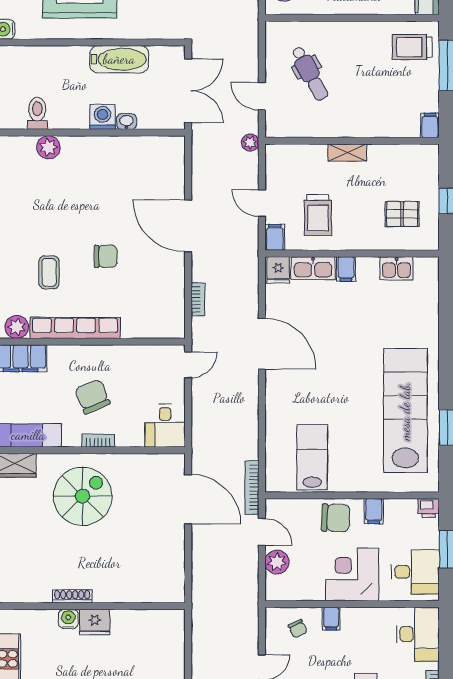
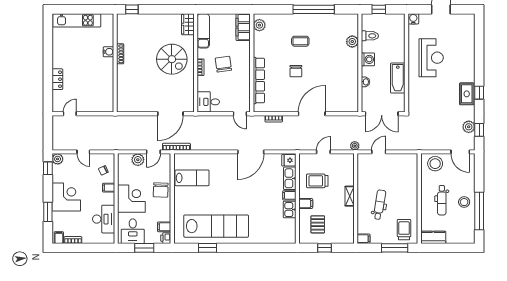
dental chair: (310, 73) -> (380, 205), moved, turned 127
washing machine: (102, 117) -> (368, 59), moved
filing cabinet: (275, 237) -> (306, 203), moved
kitchen sink: (396, 268) -> (290, 210), moved
coffee table: (49, 272) -> (300, 41), moved
row of seats: (75, 328) -> (259, 81), moved
chair: (92, 397) -> (223, 64), turned -75
filing cabinet: (374, 511) -> (164, 227), moved
fridge: (95, 622) -> (107, 65), removed
desk: (418, 634) -> (104, 219), moved, turned -90

